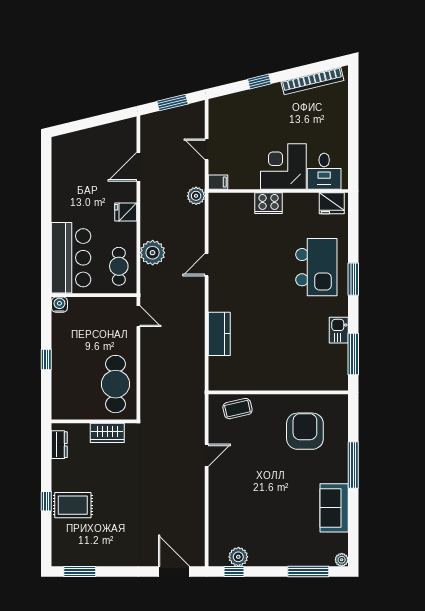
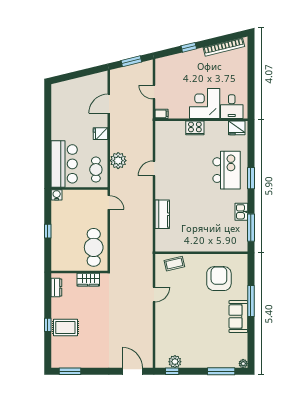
plant: (196, 196) -> (147, 123), removed
sofa: (334, 508) -> (238, 317), moved

